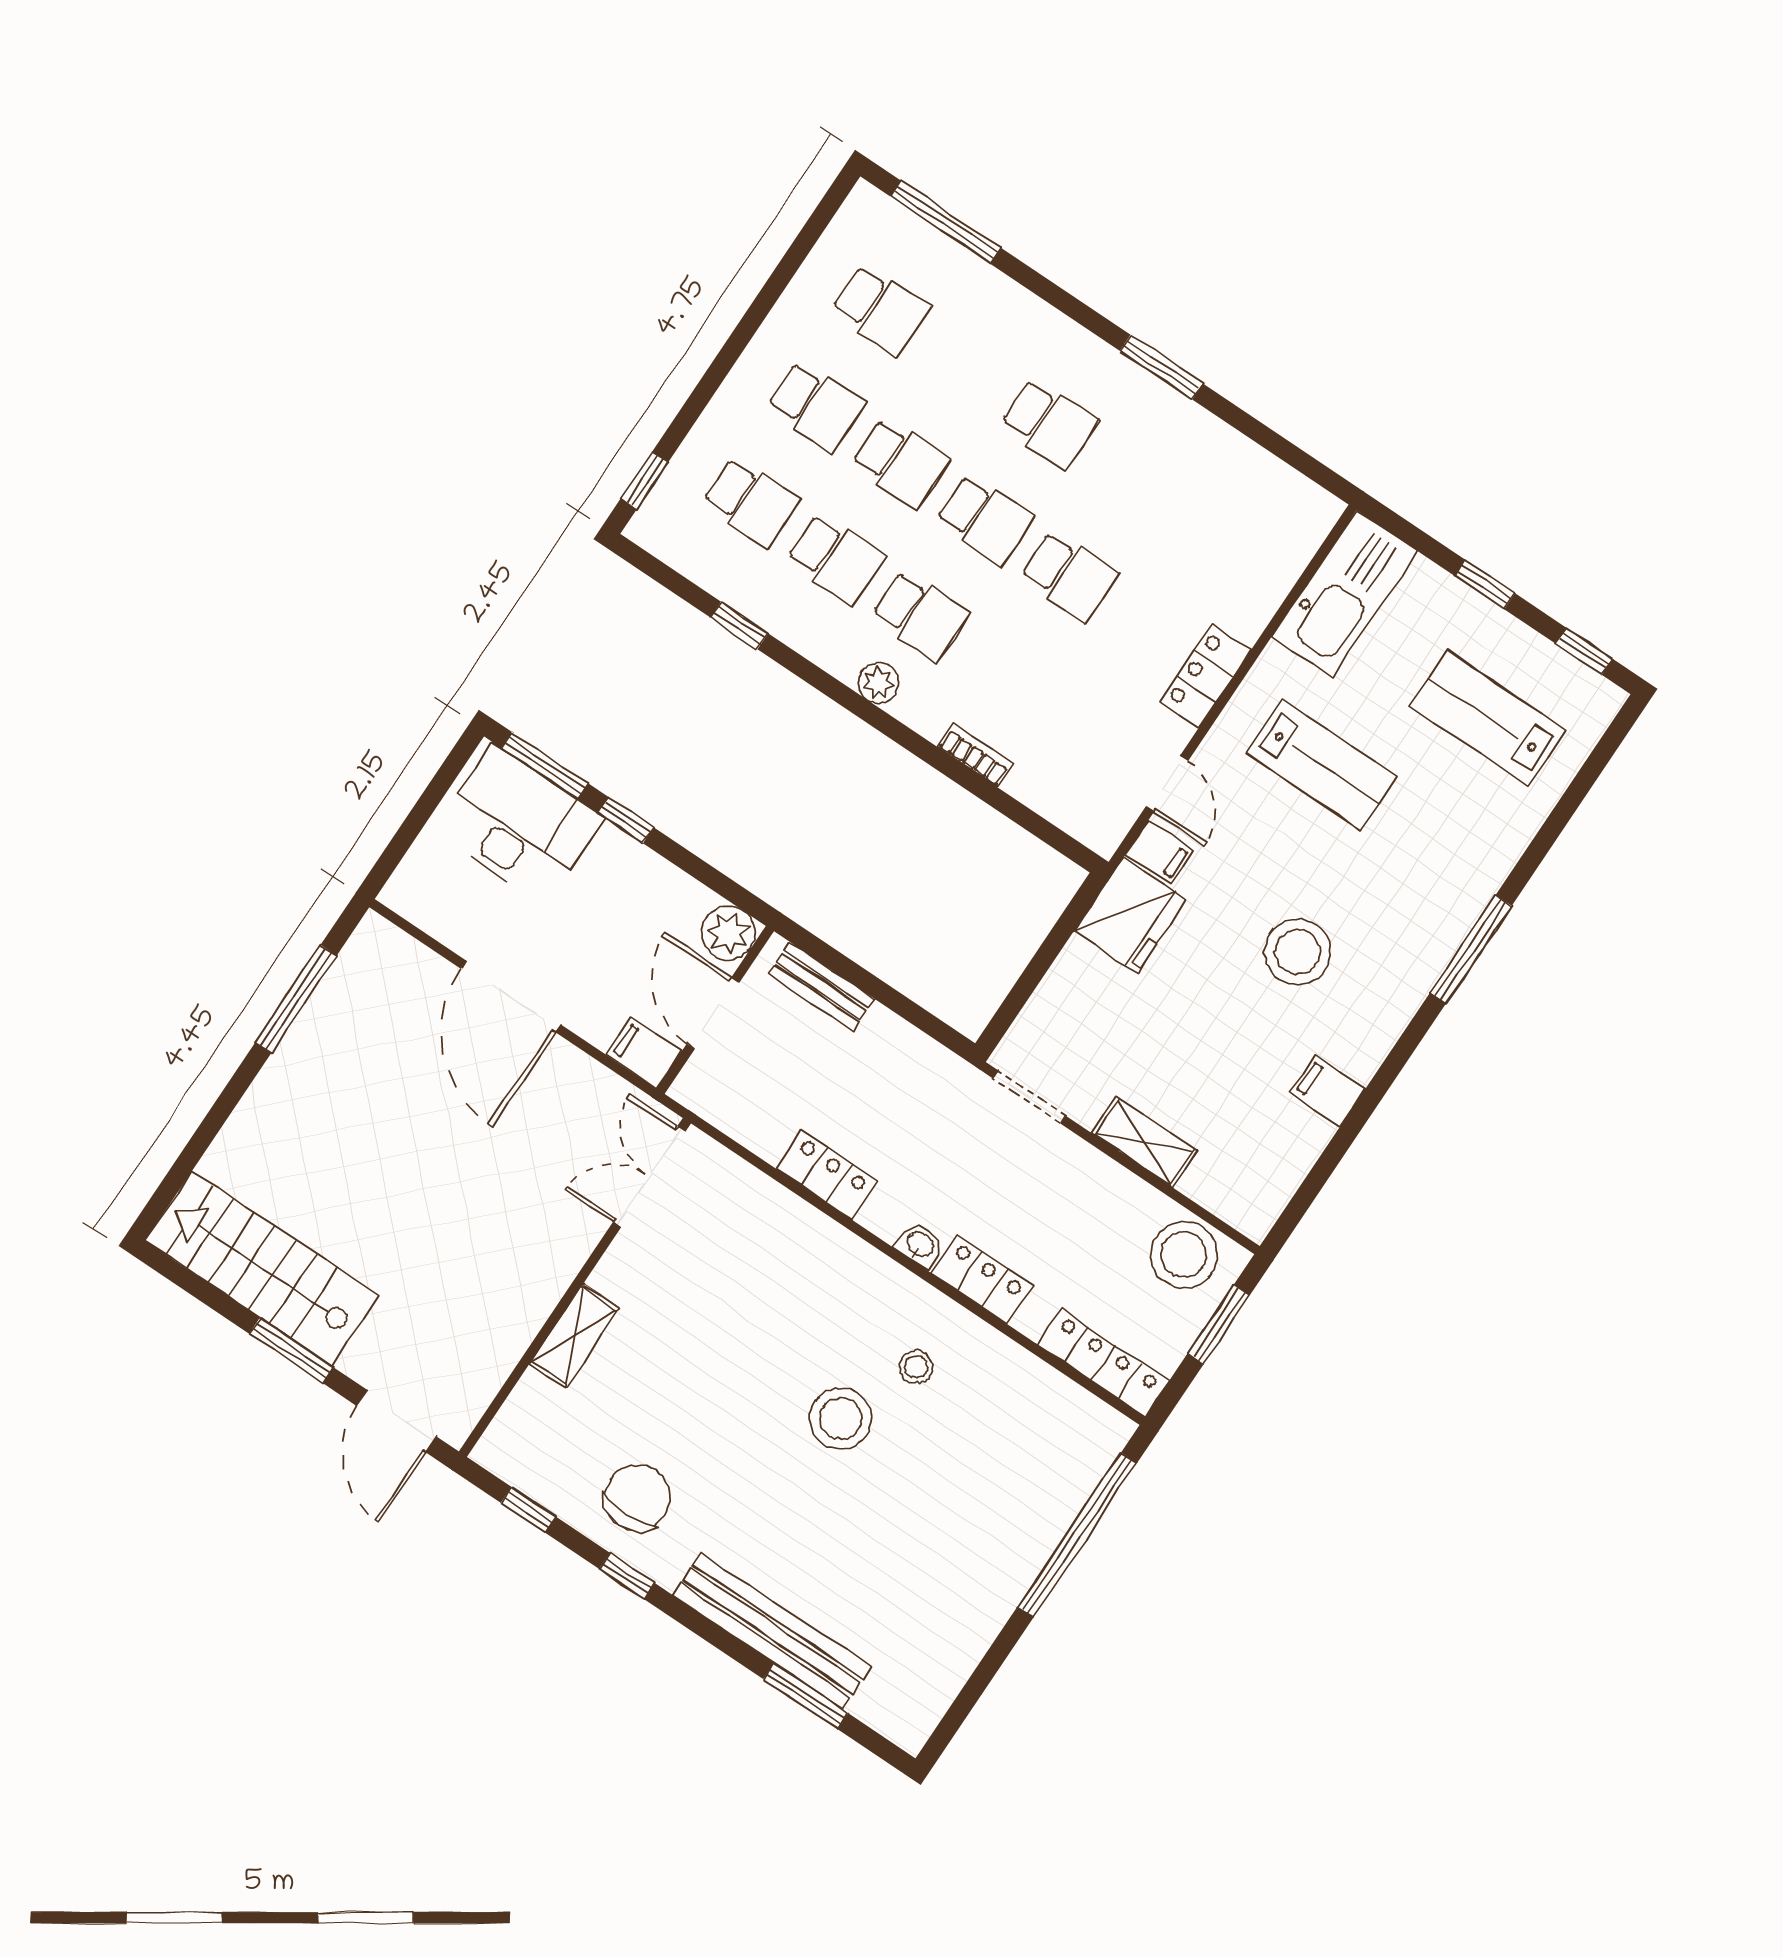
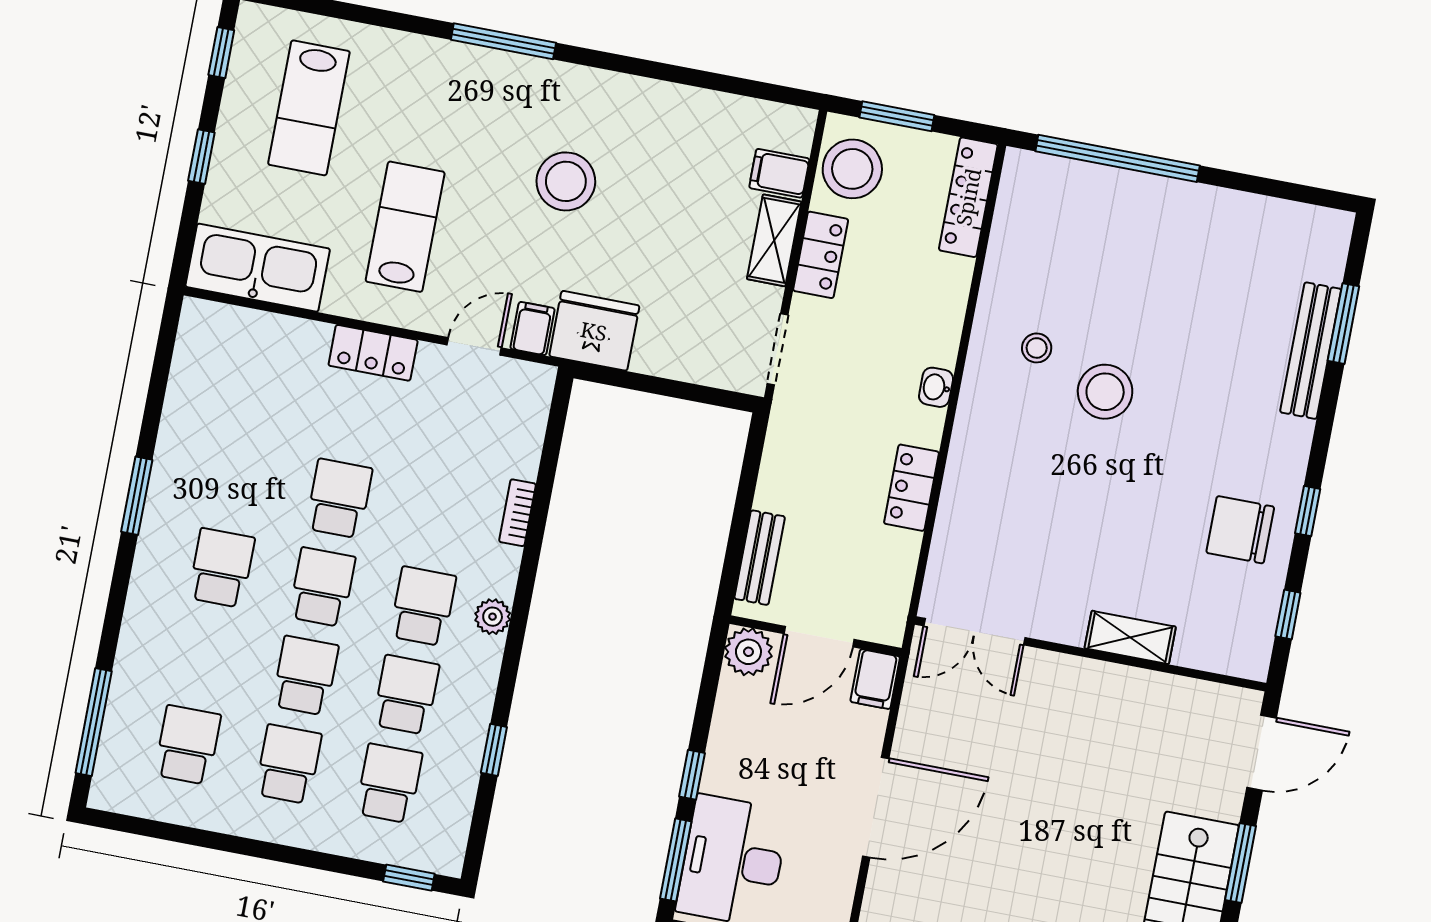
filing cabinet: (1328, 1090) -> (779, 173), moved, turned 90
locker: (982, 1280) -> (821, 255), moved, turned 180
bench: (772, 1631) -> (1311, 351), width x0.73, depth x0.82

